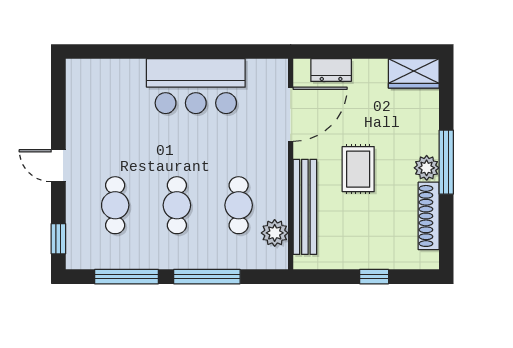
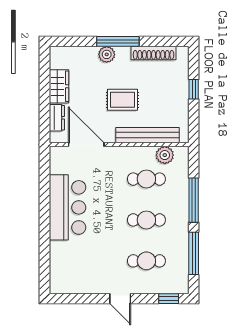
wardrobe: (414, 73) -> (59, 86), moved
door: (58, 166) -> (120, 299), hinge flipped
plant: (427, 168) -> (107, 54), moved

